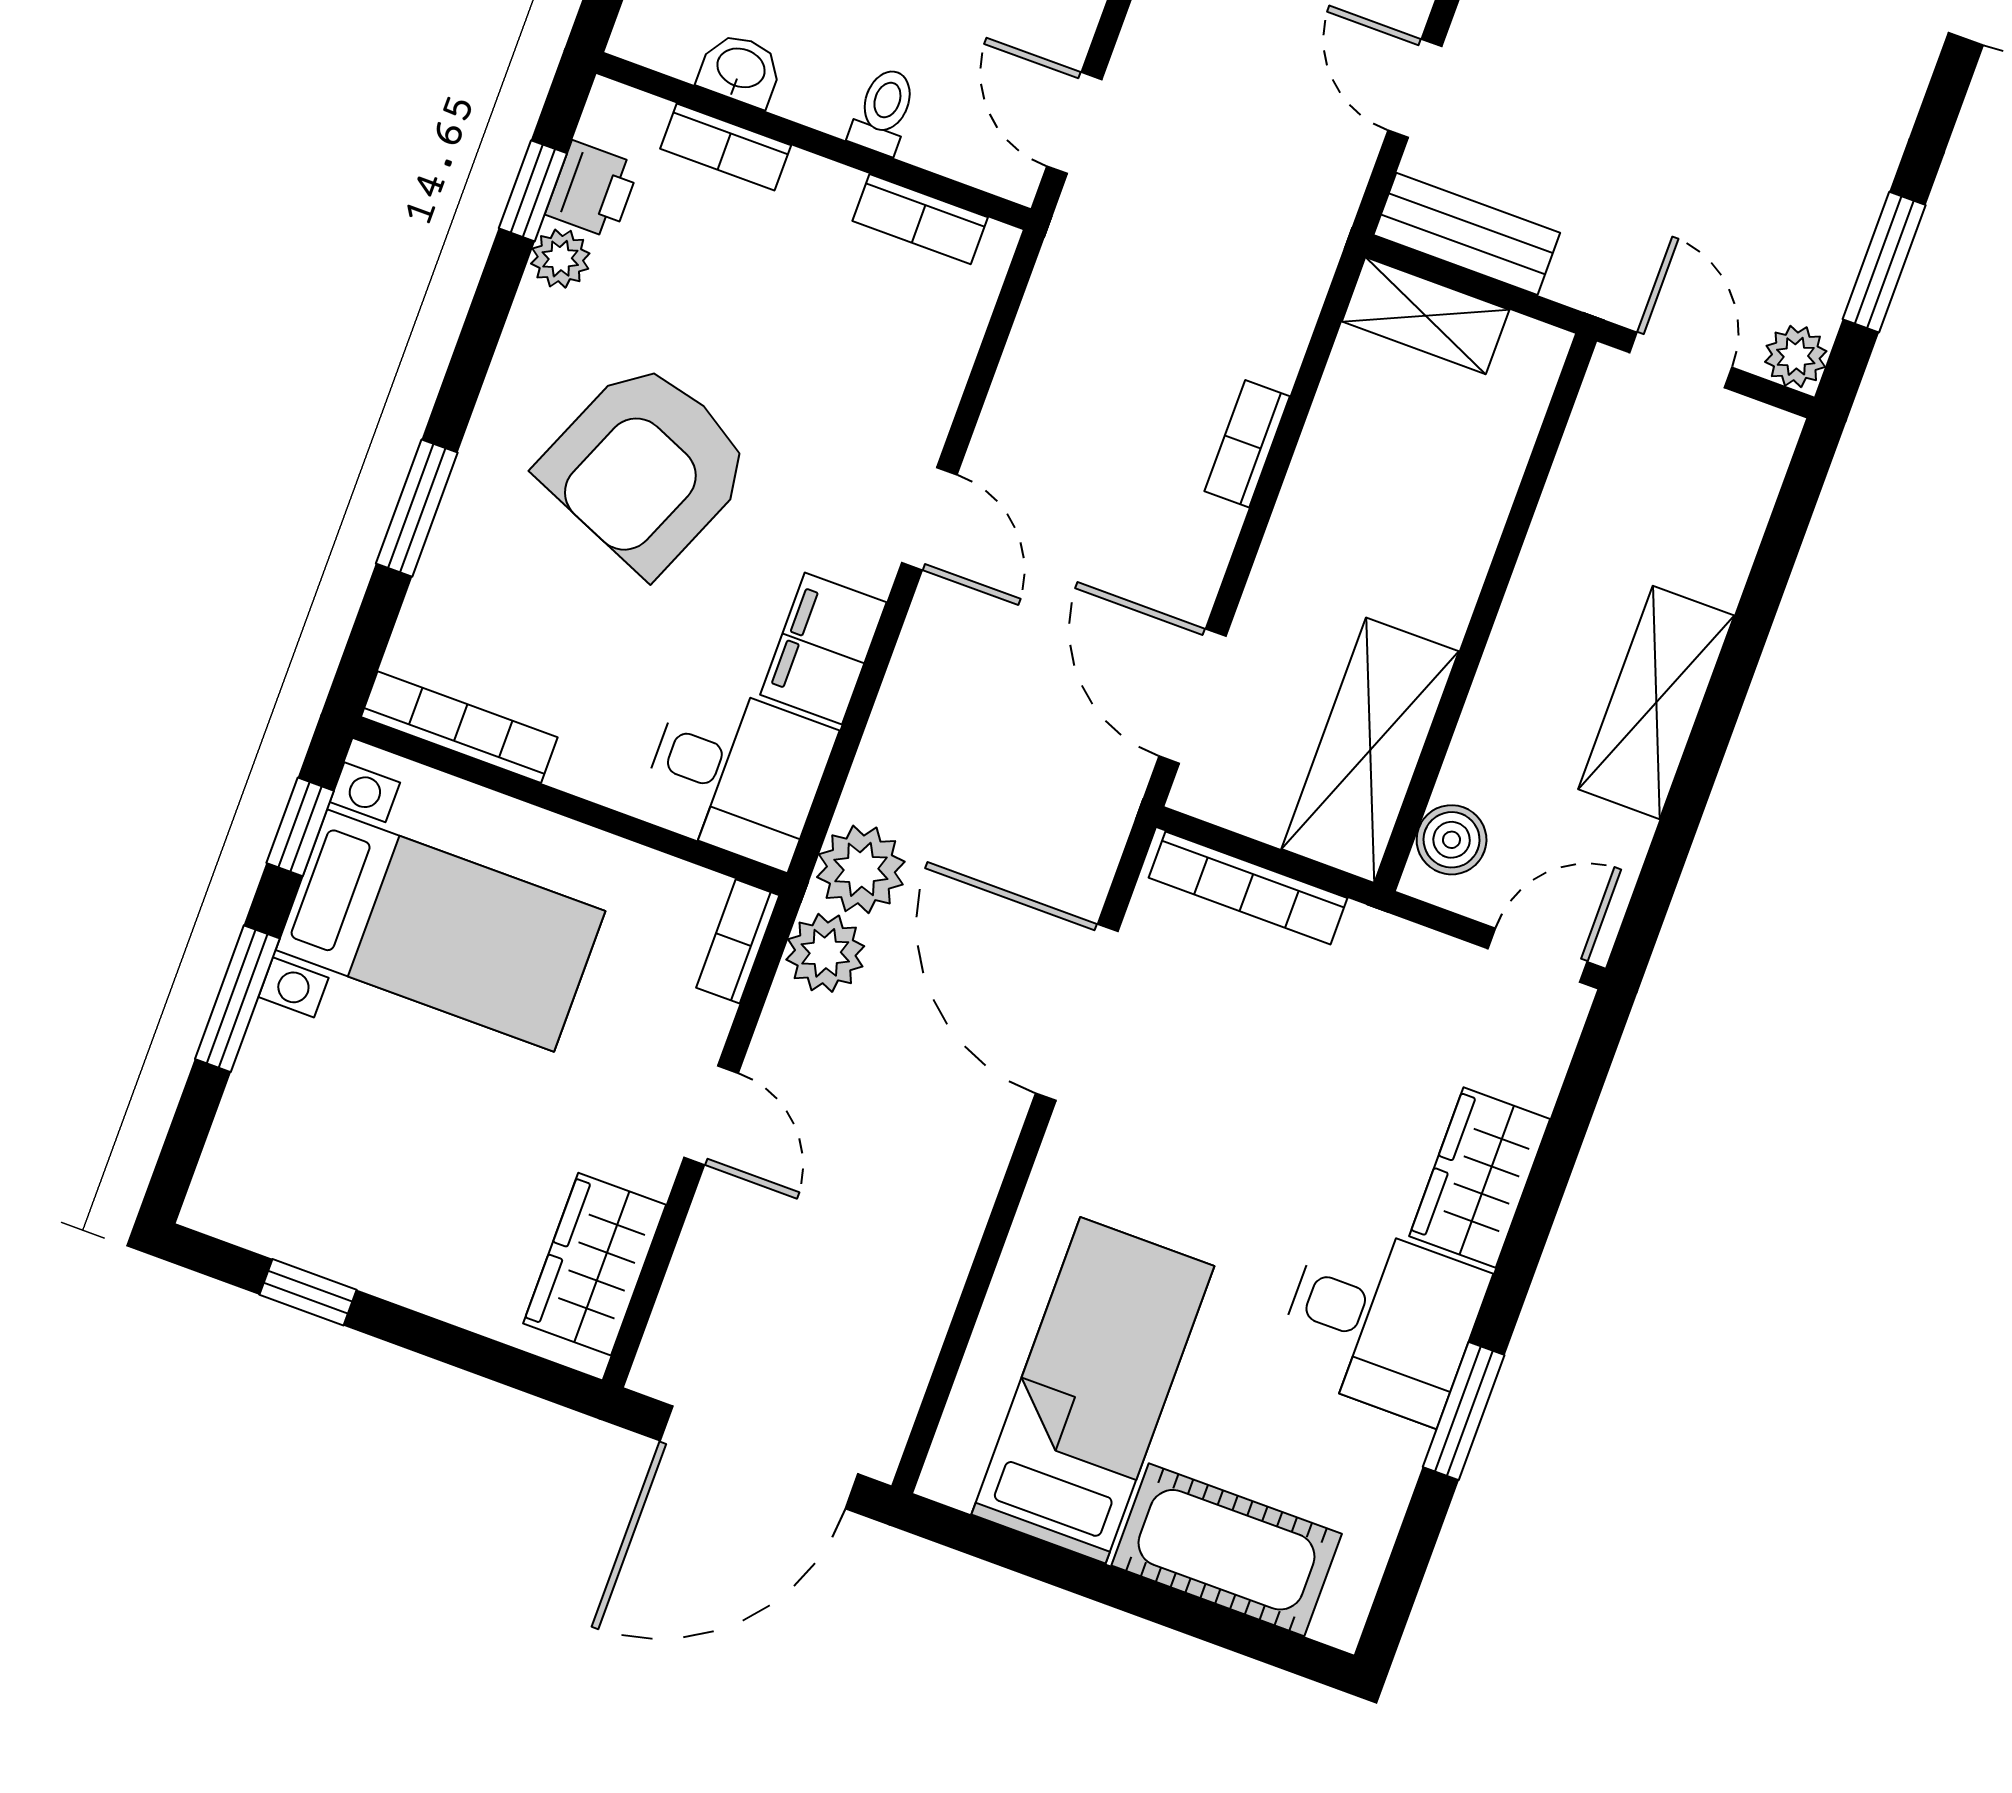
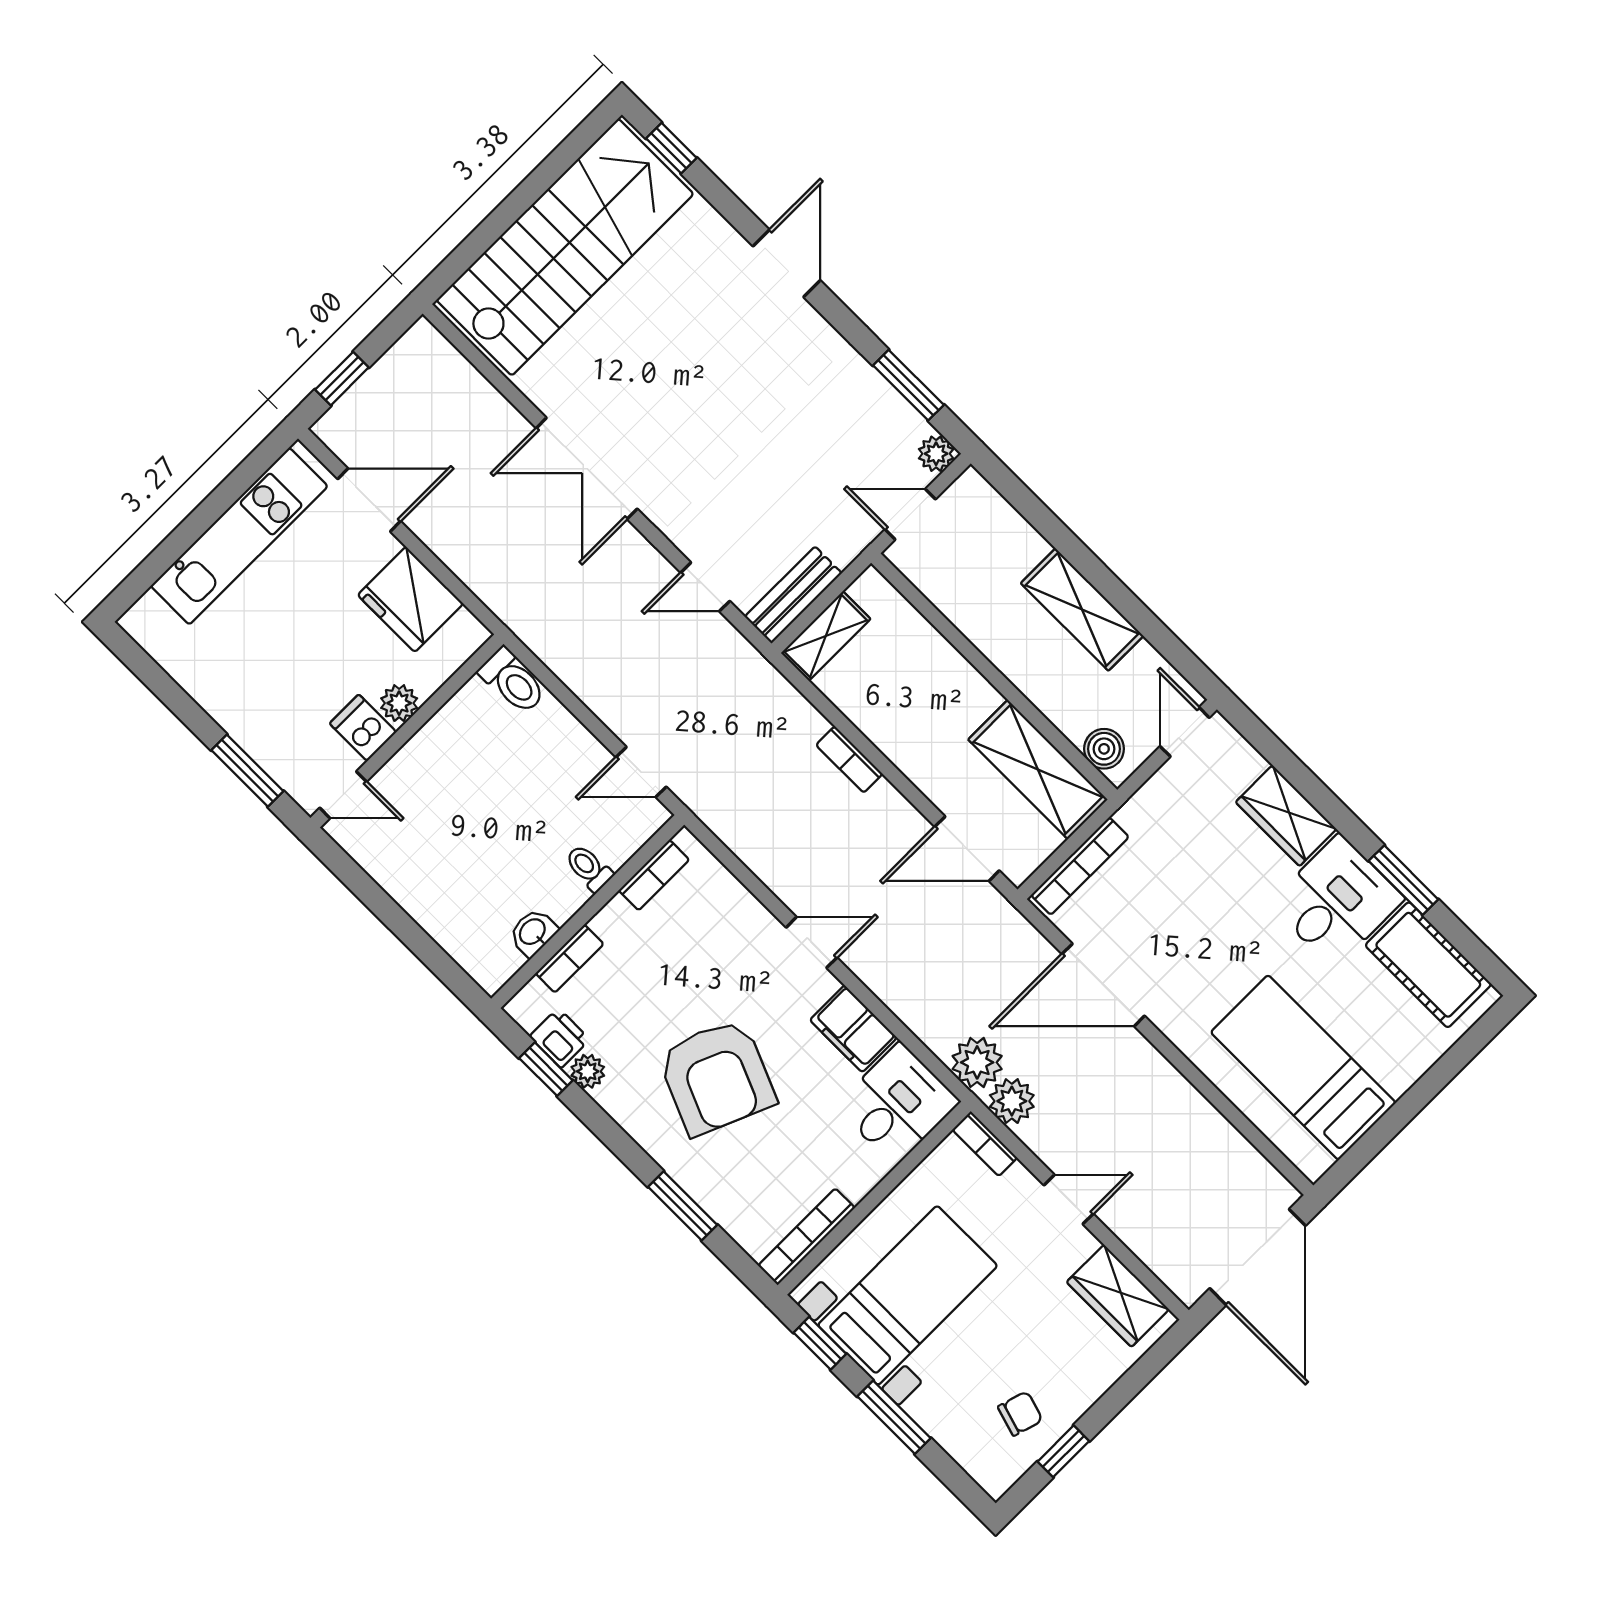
chair: (336, 1196) -> (1020, 1414), added
cot: (1227, 1550) -> (1428, 965), moved, turned 90

